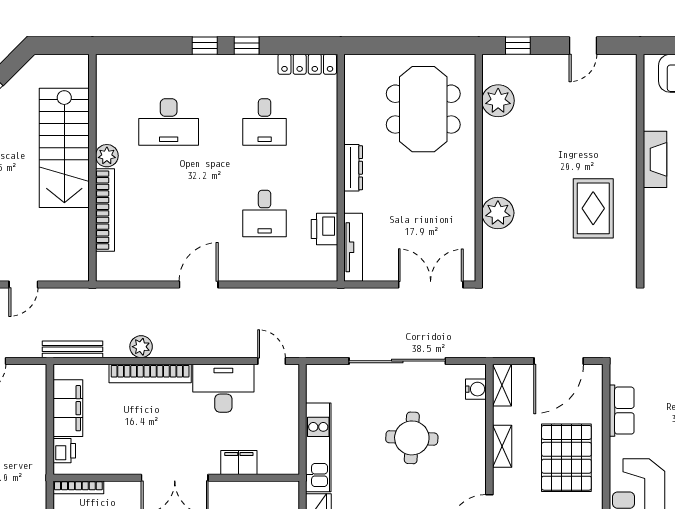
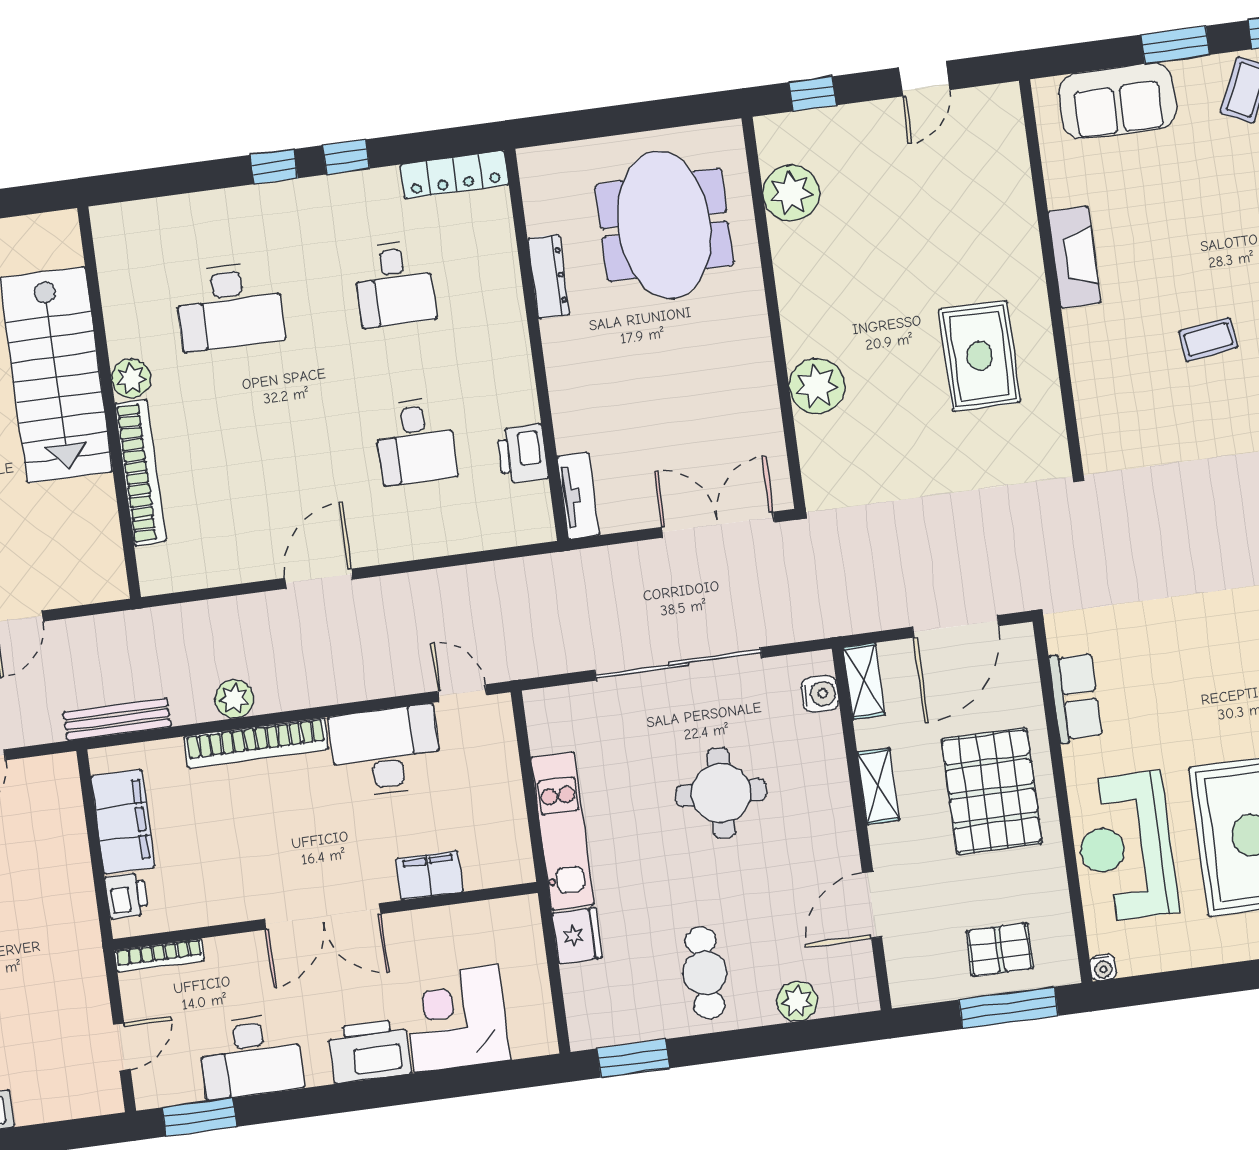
dresser: (353, 168) -> (549, 277), moved
tv unit: (353, 247) -> (578, 496), width x0.71

